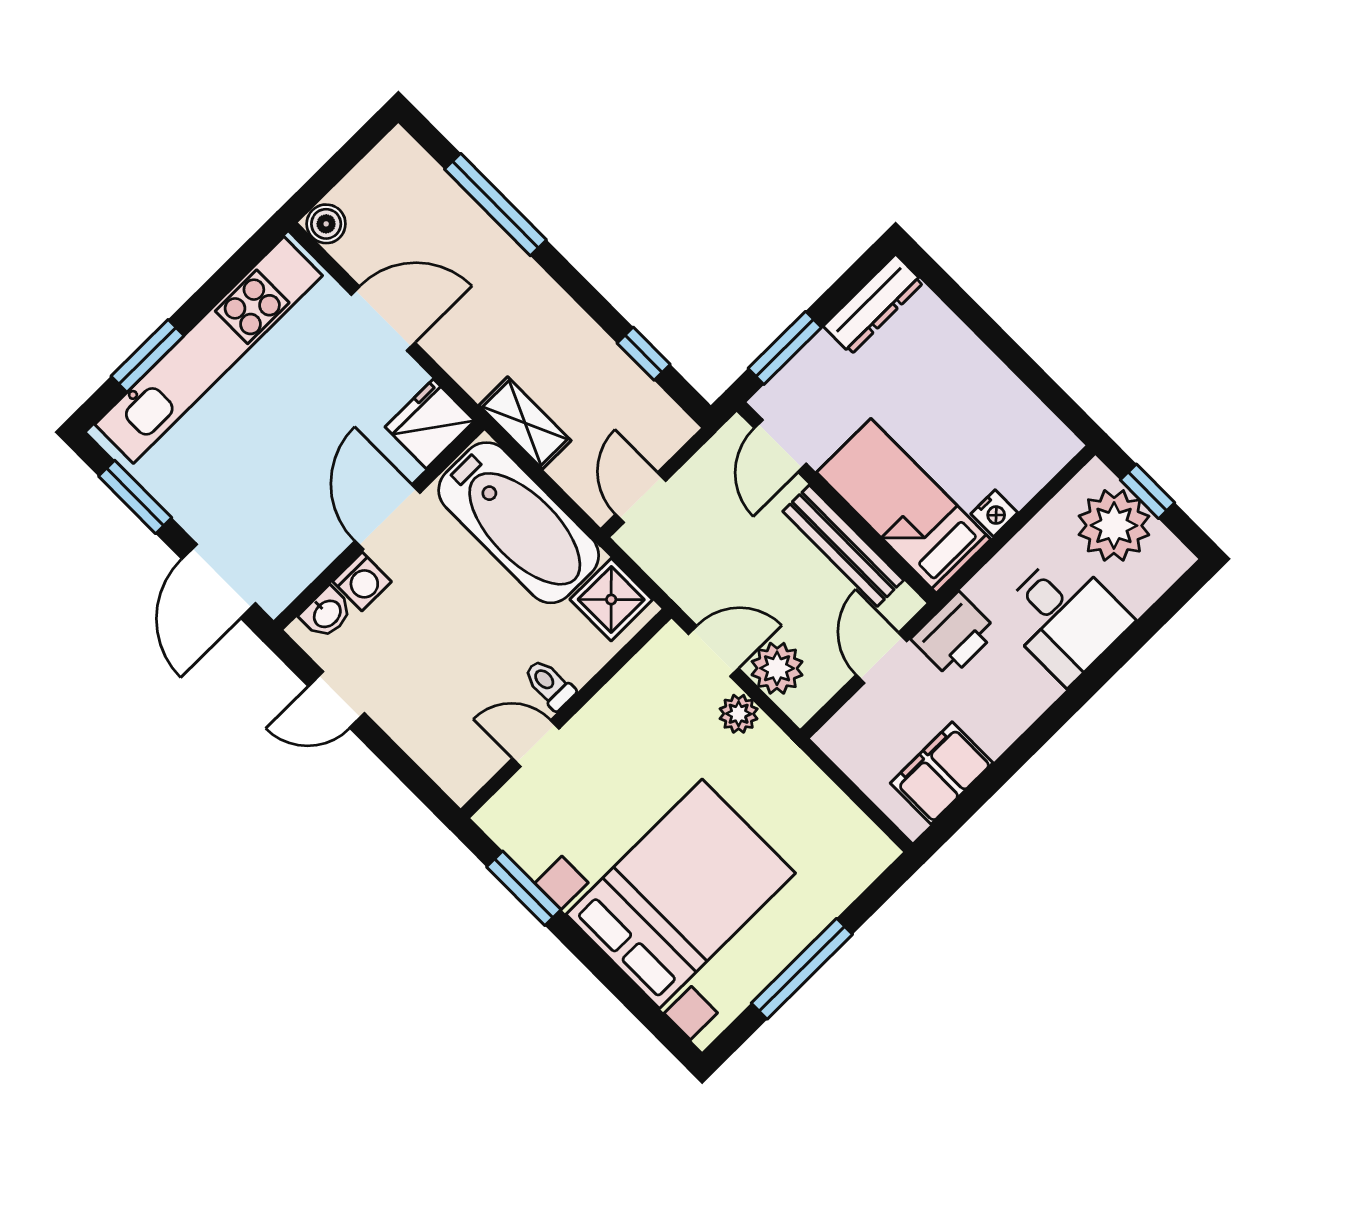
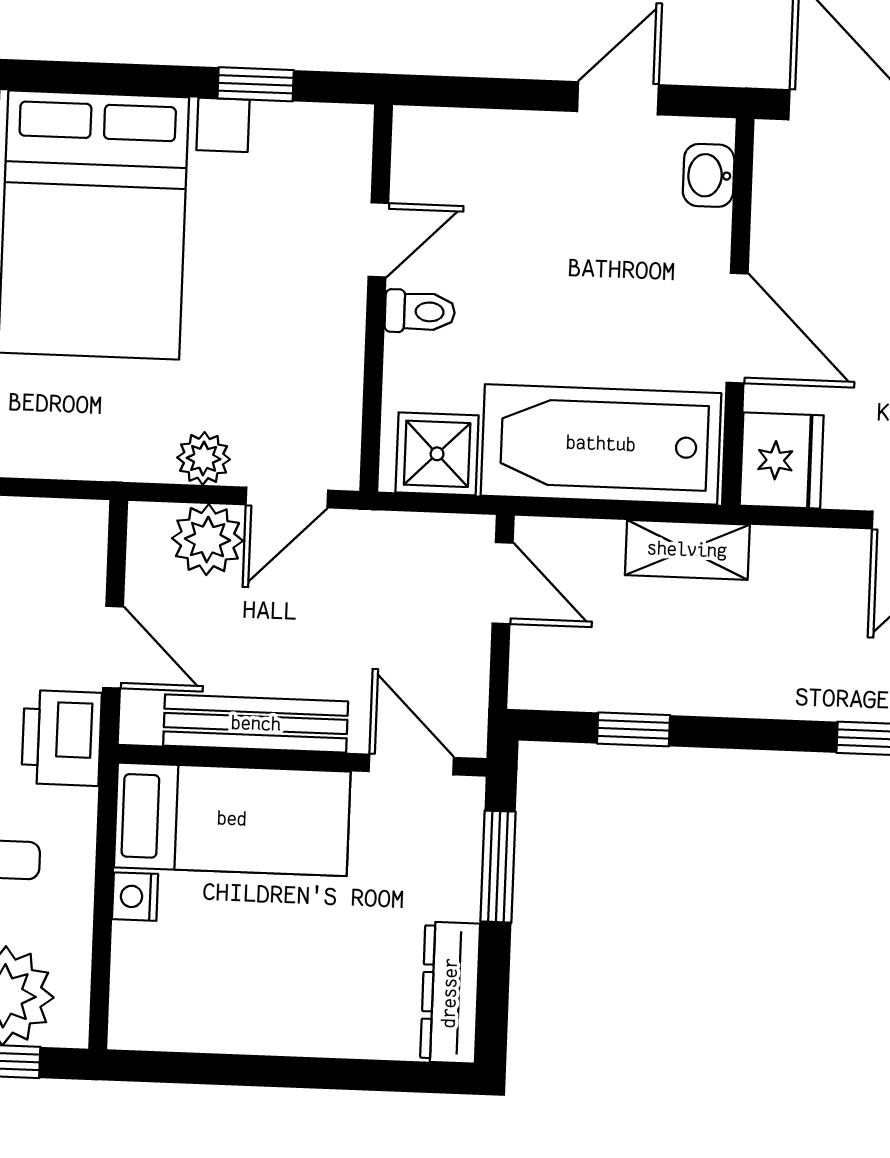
washing machine: (362, 581) -> (703, 240), removed
window: (524, 888) -> (256, 84), width x0.67

